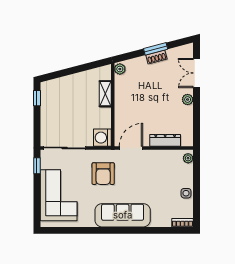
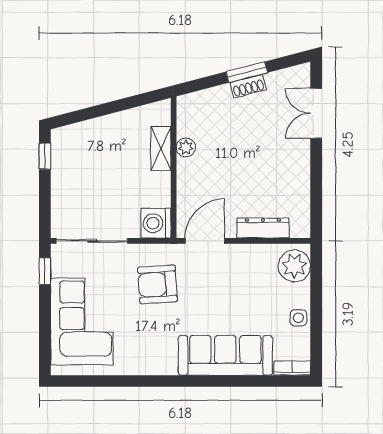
plant: (120, 69) -> (186, 147), moved
plant: (188, 99) -> (301, 158), removed
plant: (188, 158) -> (294, 266), width x1.87, depth x1.87
armchair: (103, 174) -> (157, 284), turned 86
sofa: (123, 215) -> (225, 355), moved

